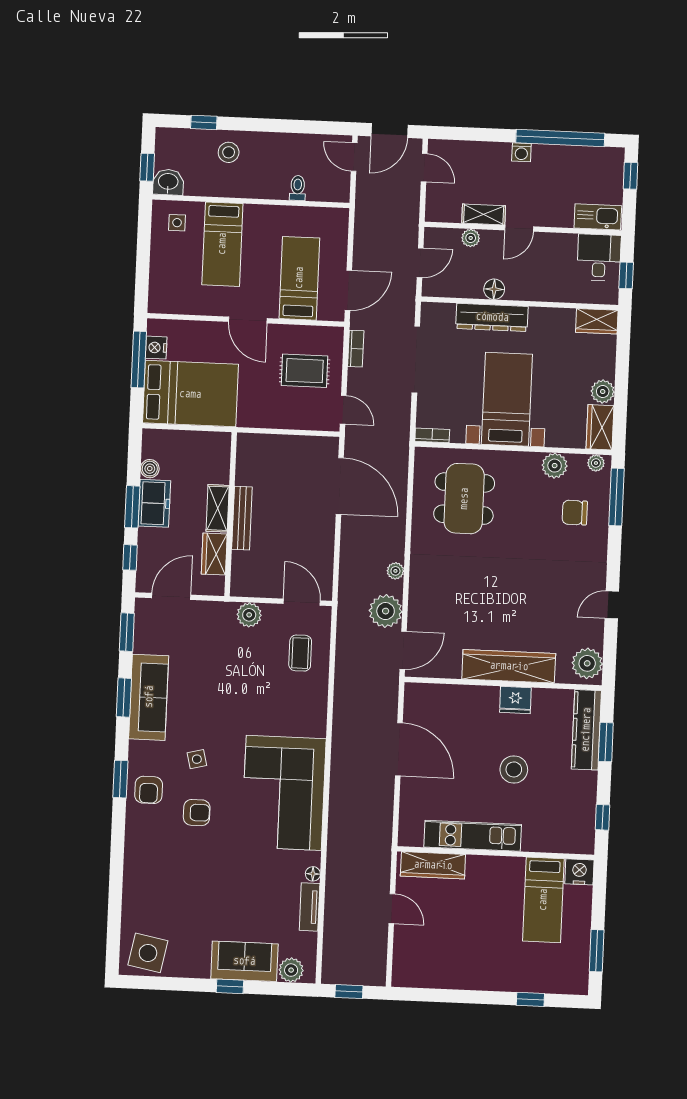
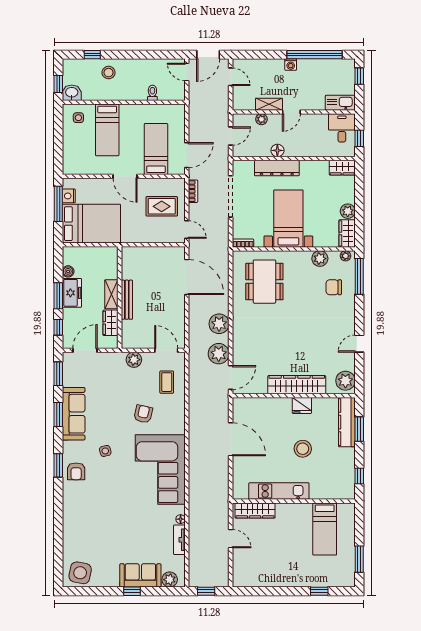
plant: (395, 571) -> (219, 324), width x1.88, depth x1.88
armchair: (197, 813) -> (143, 414), moved, turned -77
nightstand: (579, 872) -> (346, 511), removed

